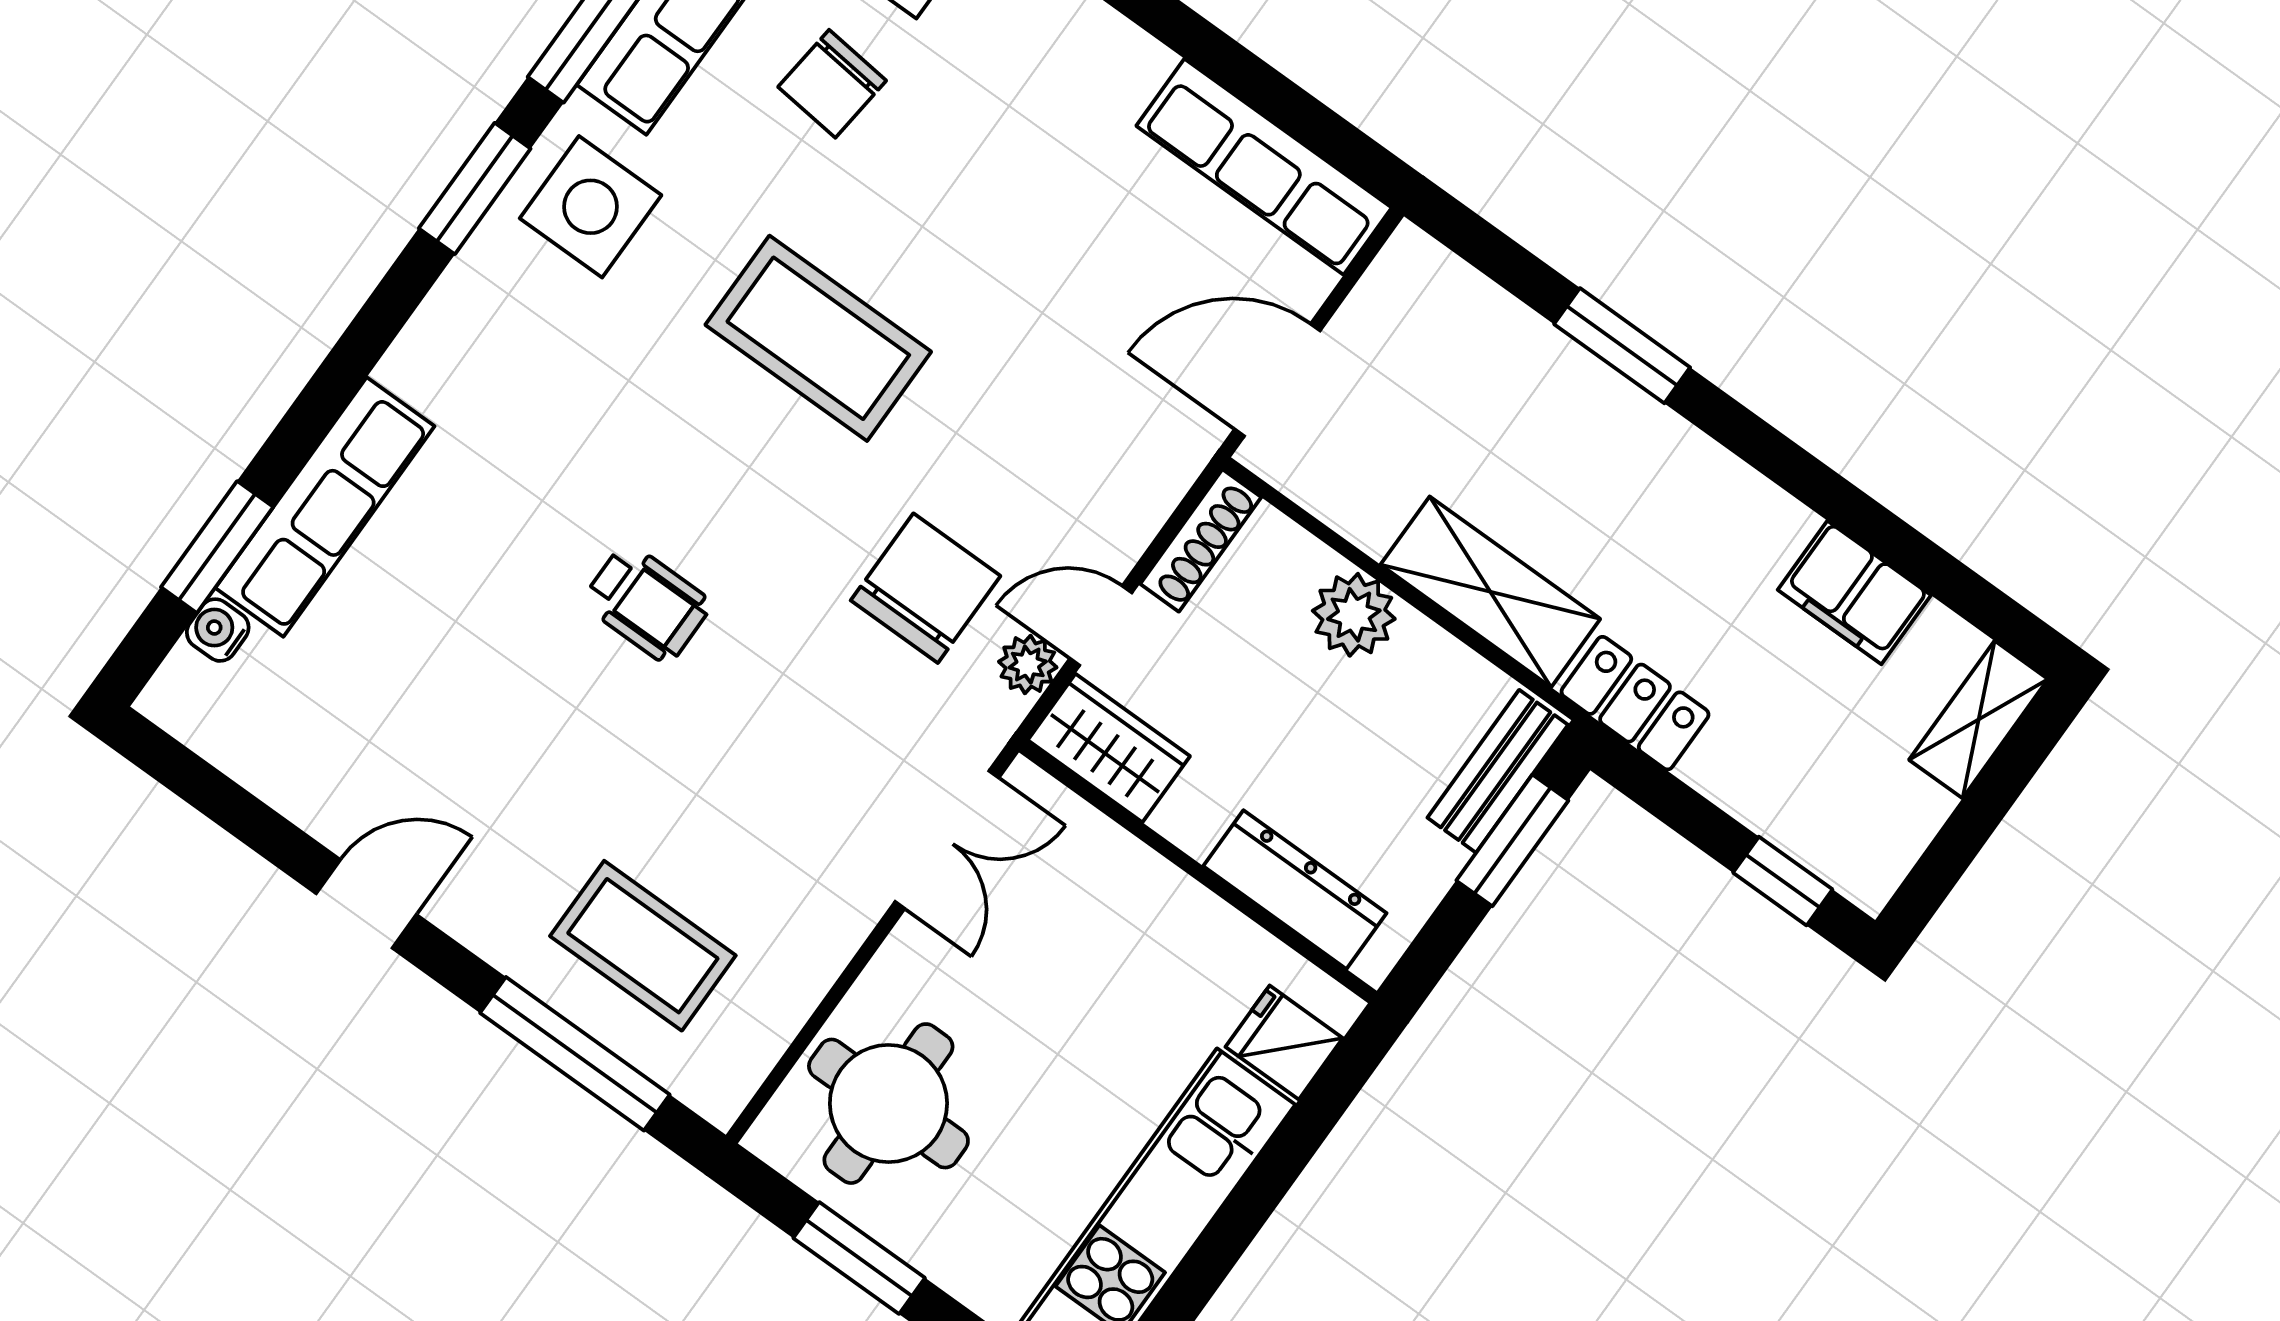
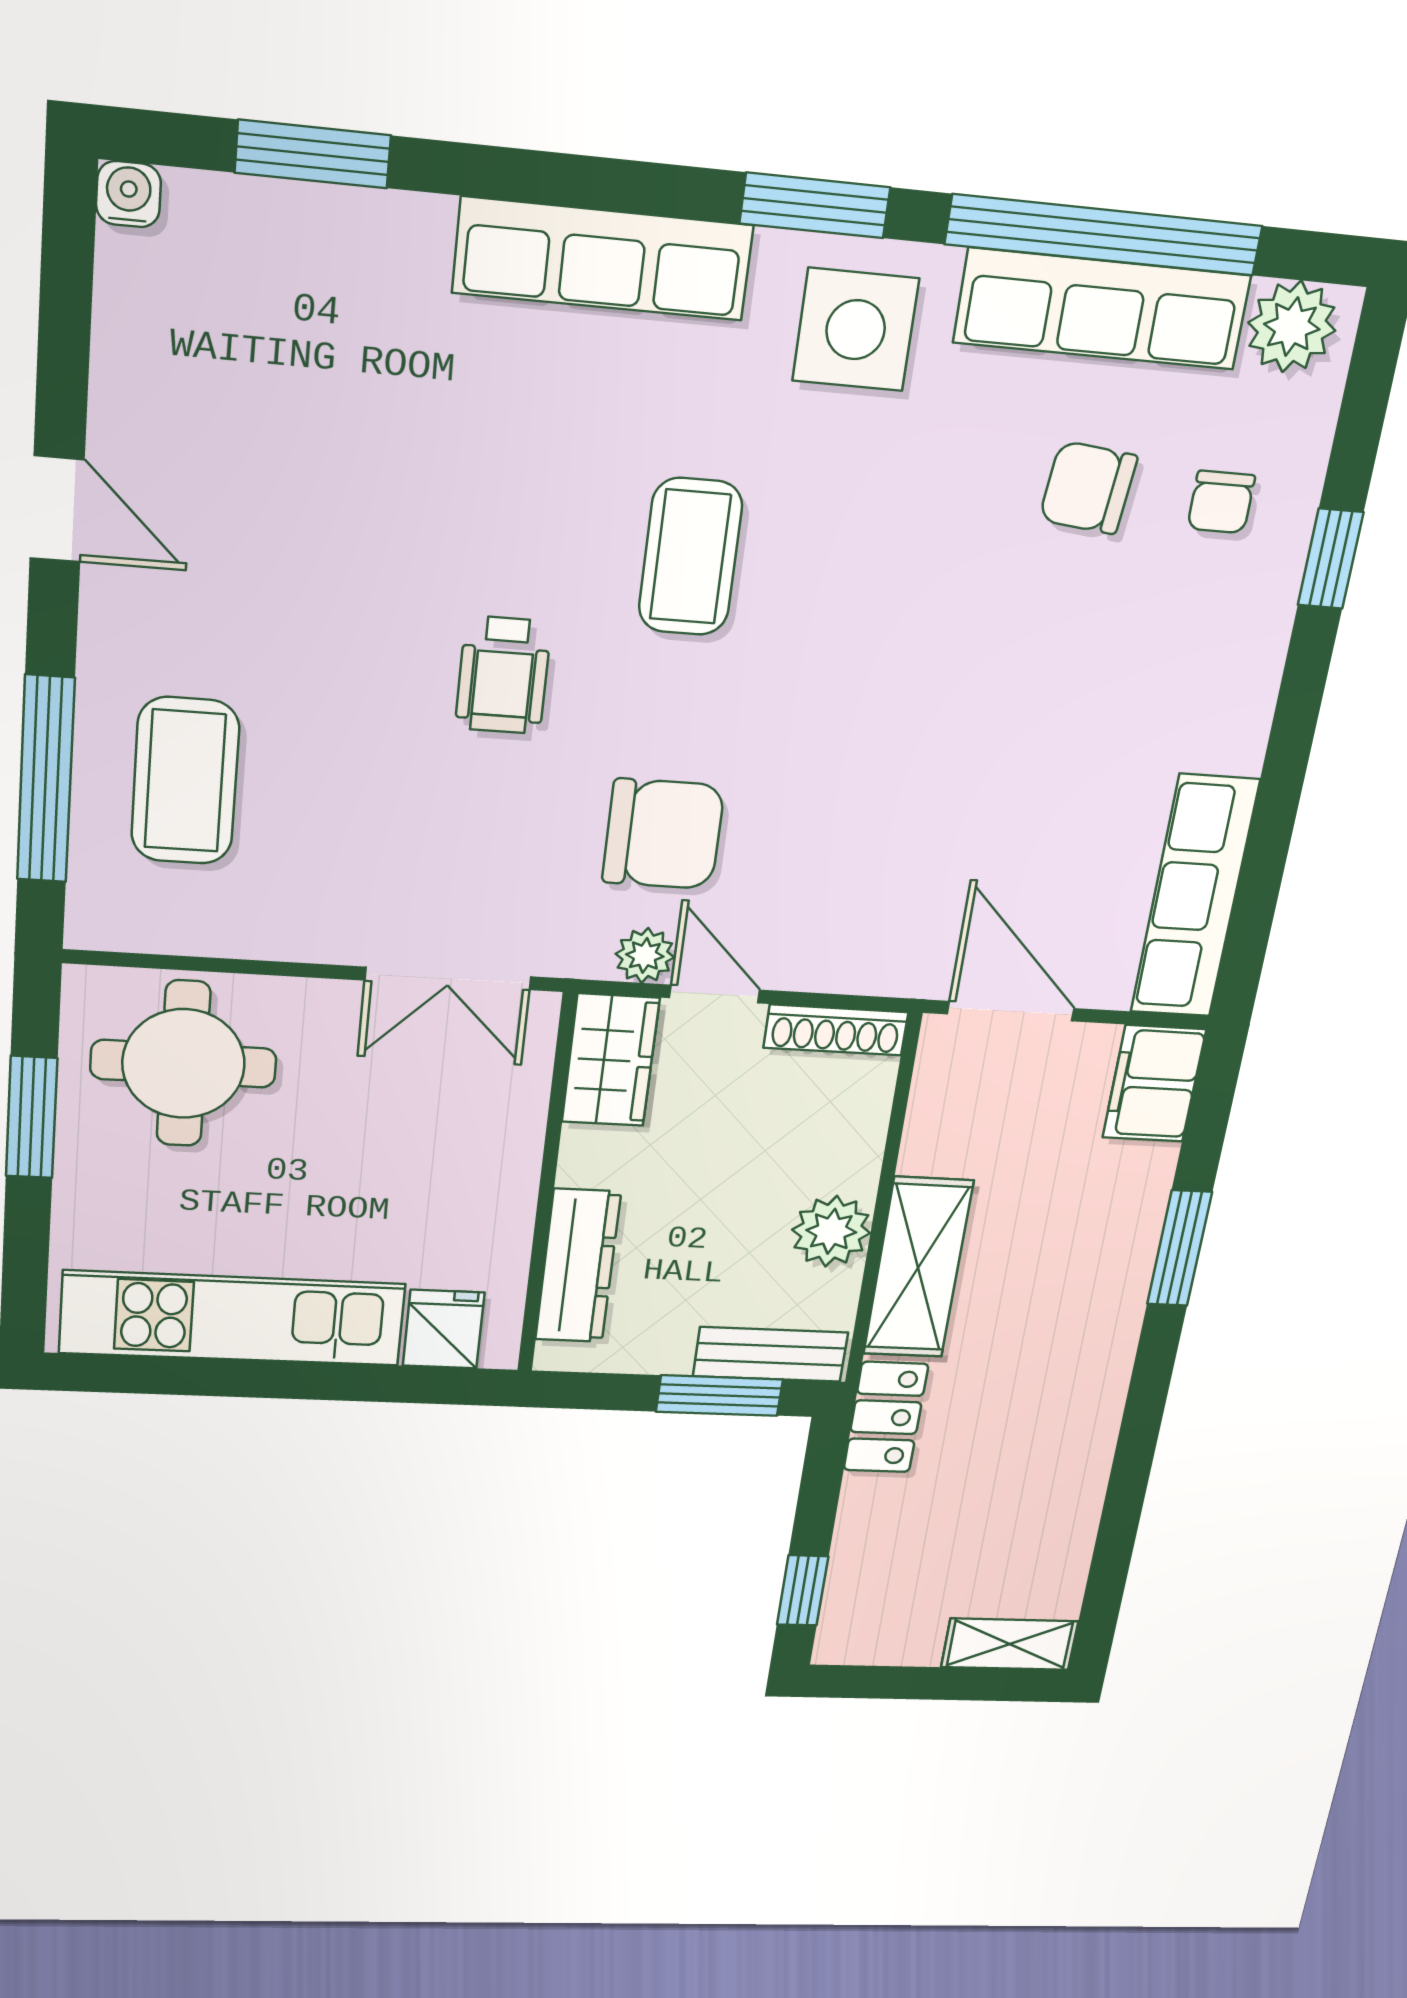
coffee table: (818, 338) -> (690, 557), moved, width x0.73, depth x0.76
row of seats: (325, 507) -> (603, 259), moved
filing cabinet: (1854, 593) -> (1154, 1084), moved
wheelchair: (647, 603) -> (503, 675), moved
plant: (1354, 615) -> (831, 1231), moved
water cooler: (218, 630) -> (128, 194), moved

